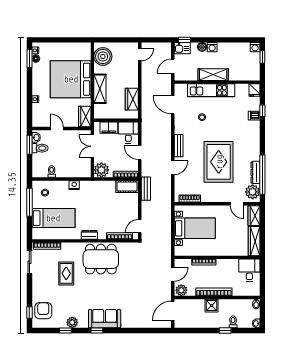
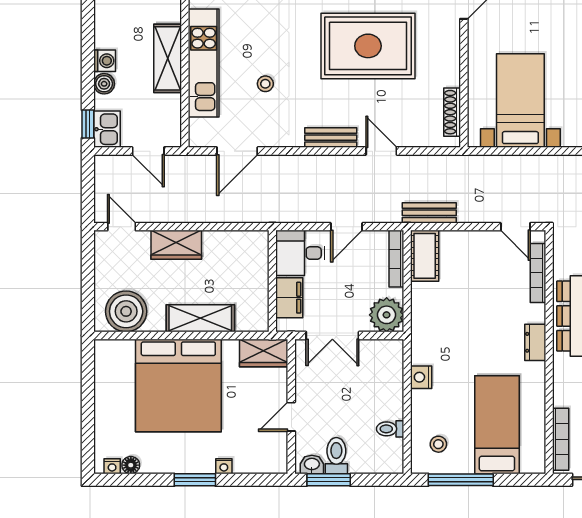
window: (29, 58) -> (195, 480), moved
wardrobe: (132, 99) -> (176, 245), moved

